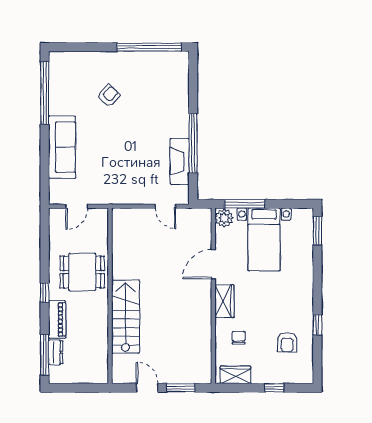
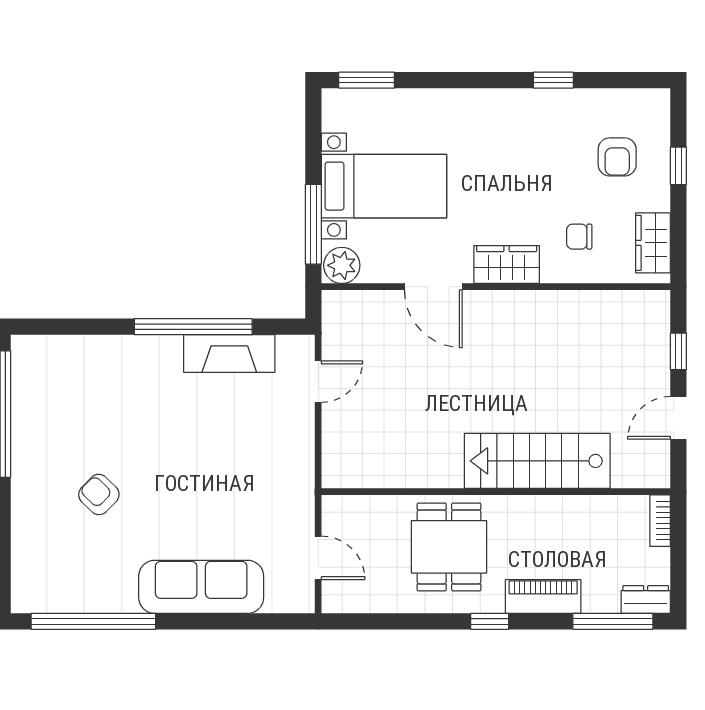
armchair: (287, 342) -> (617, 157), moved, turned 90
dresser: (56, 352) -> (646, 599), moved
bookcase: (95, 378) -> (660, 521), added
window: (181, 388) -> (678, 351), width x0.67

